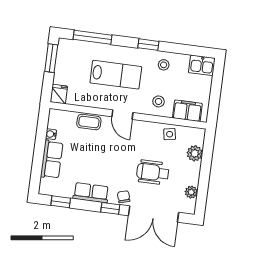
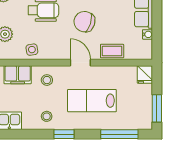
chair: (113, 155) -> (84, 22), added

